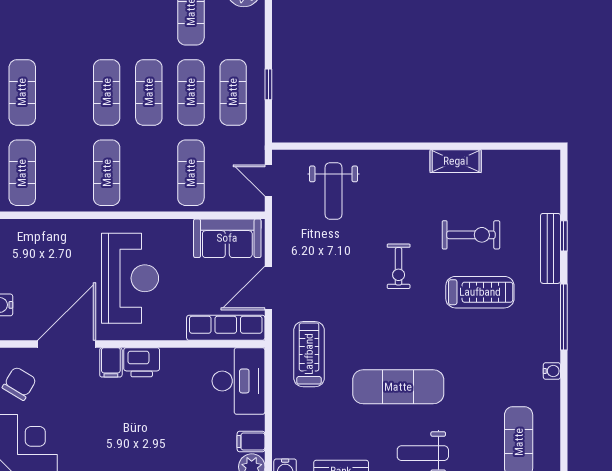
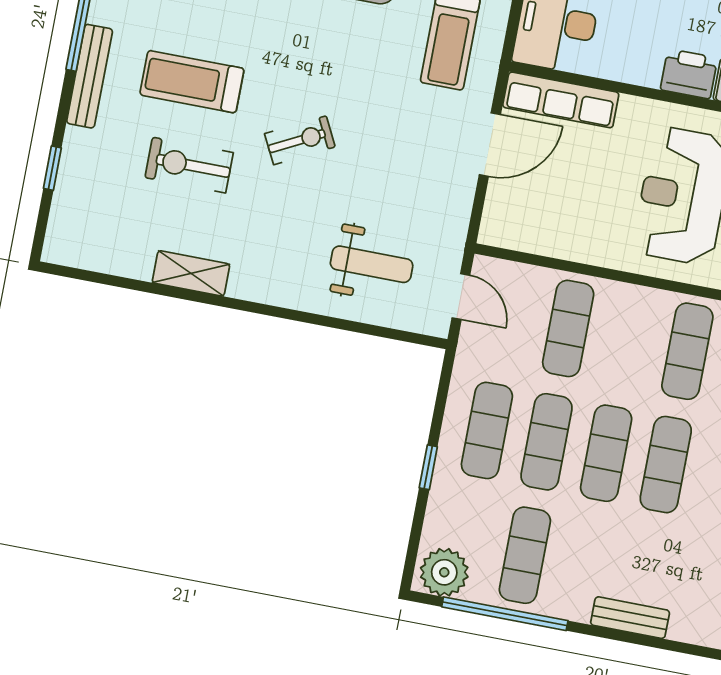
window: (268, 84) -> (428, 467), moved
weight bench: (334, 191) -> (372, 264), turned 90
window: (564, 236) -> (52, 168), moved
sofa: (227, 238) -> (534, 226), removed
bench: (551, 248) -> (90, 76), moved
exercise bike: (399, 266) -> (300, 140), turned 63

